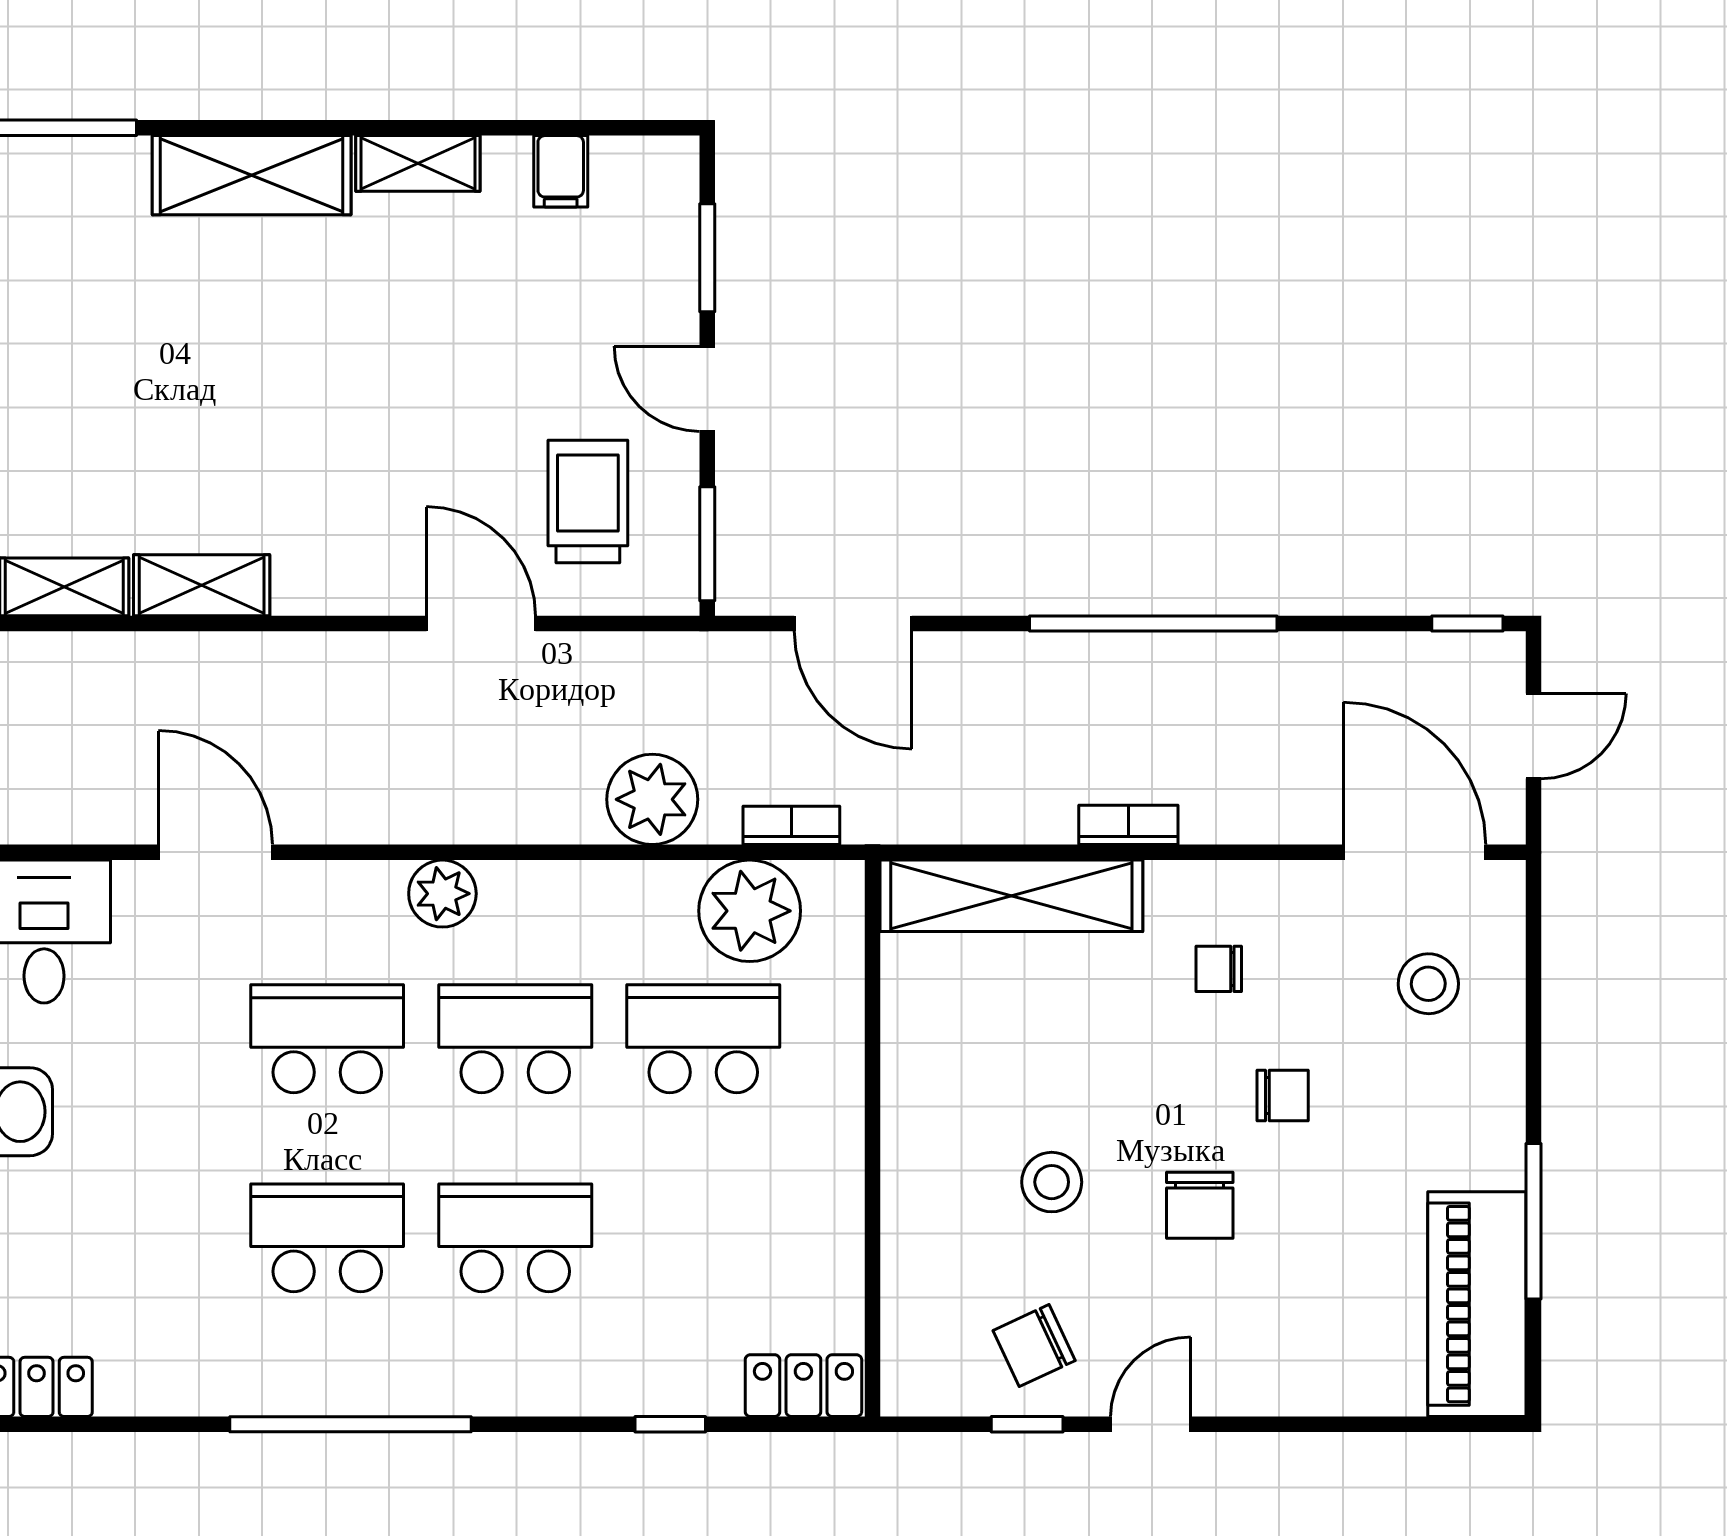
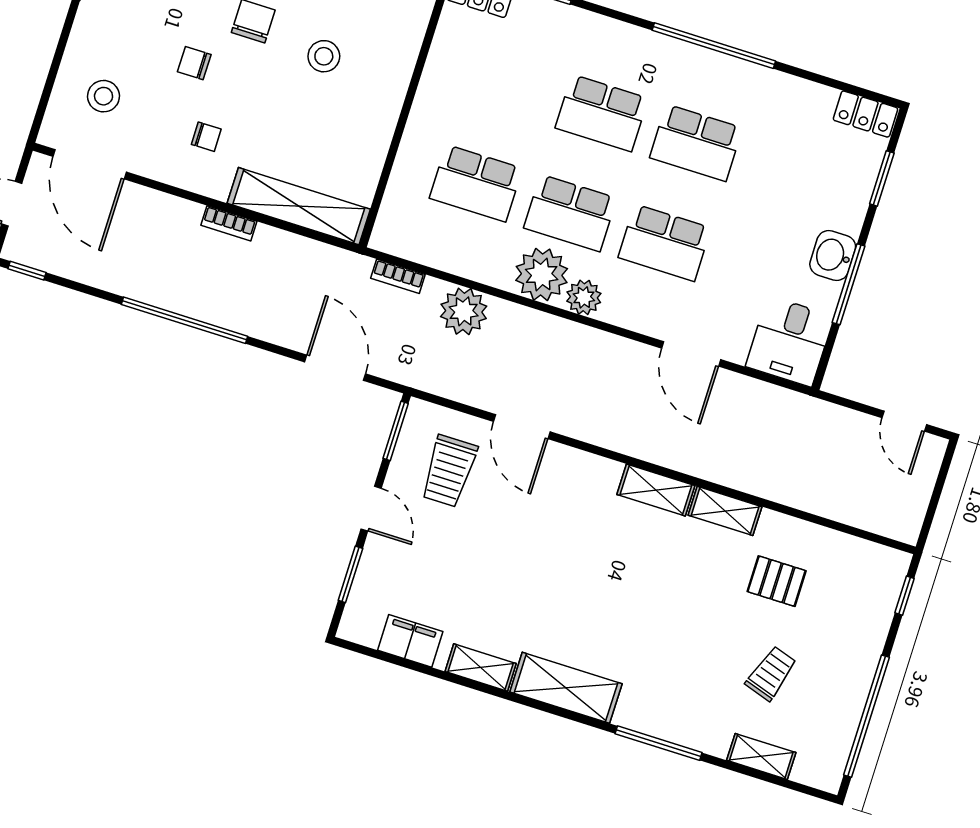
filing cabinet: (561, 171) -> (410, 641), width x2.00
plant: (750, 911) -> (542, 275), moved

